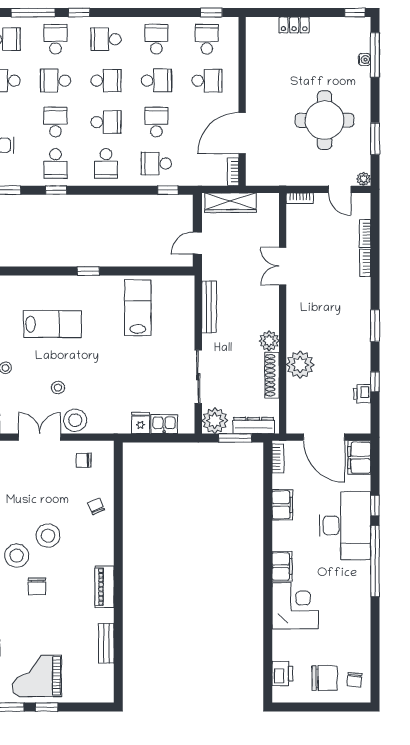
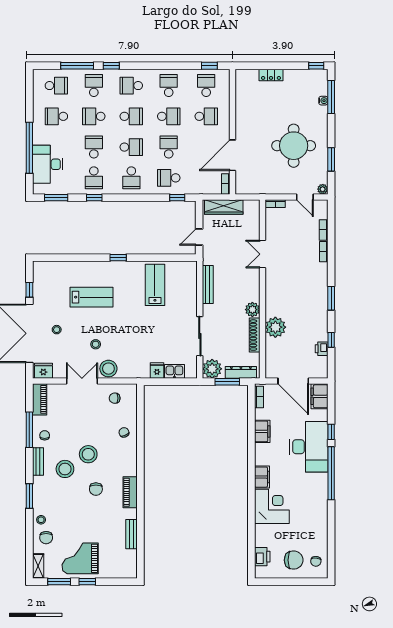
chair: (37, 586) -> (96, 489), moved

